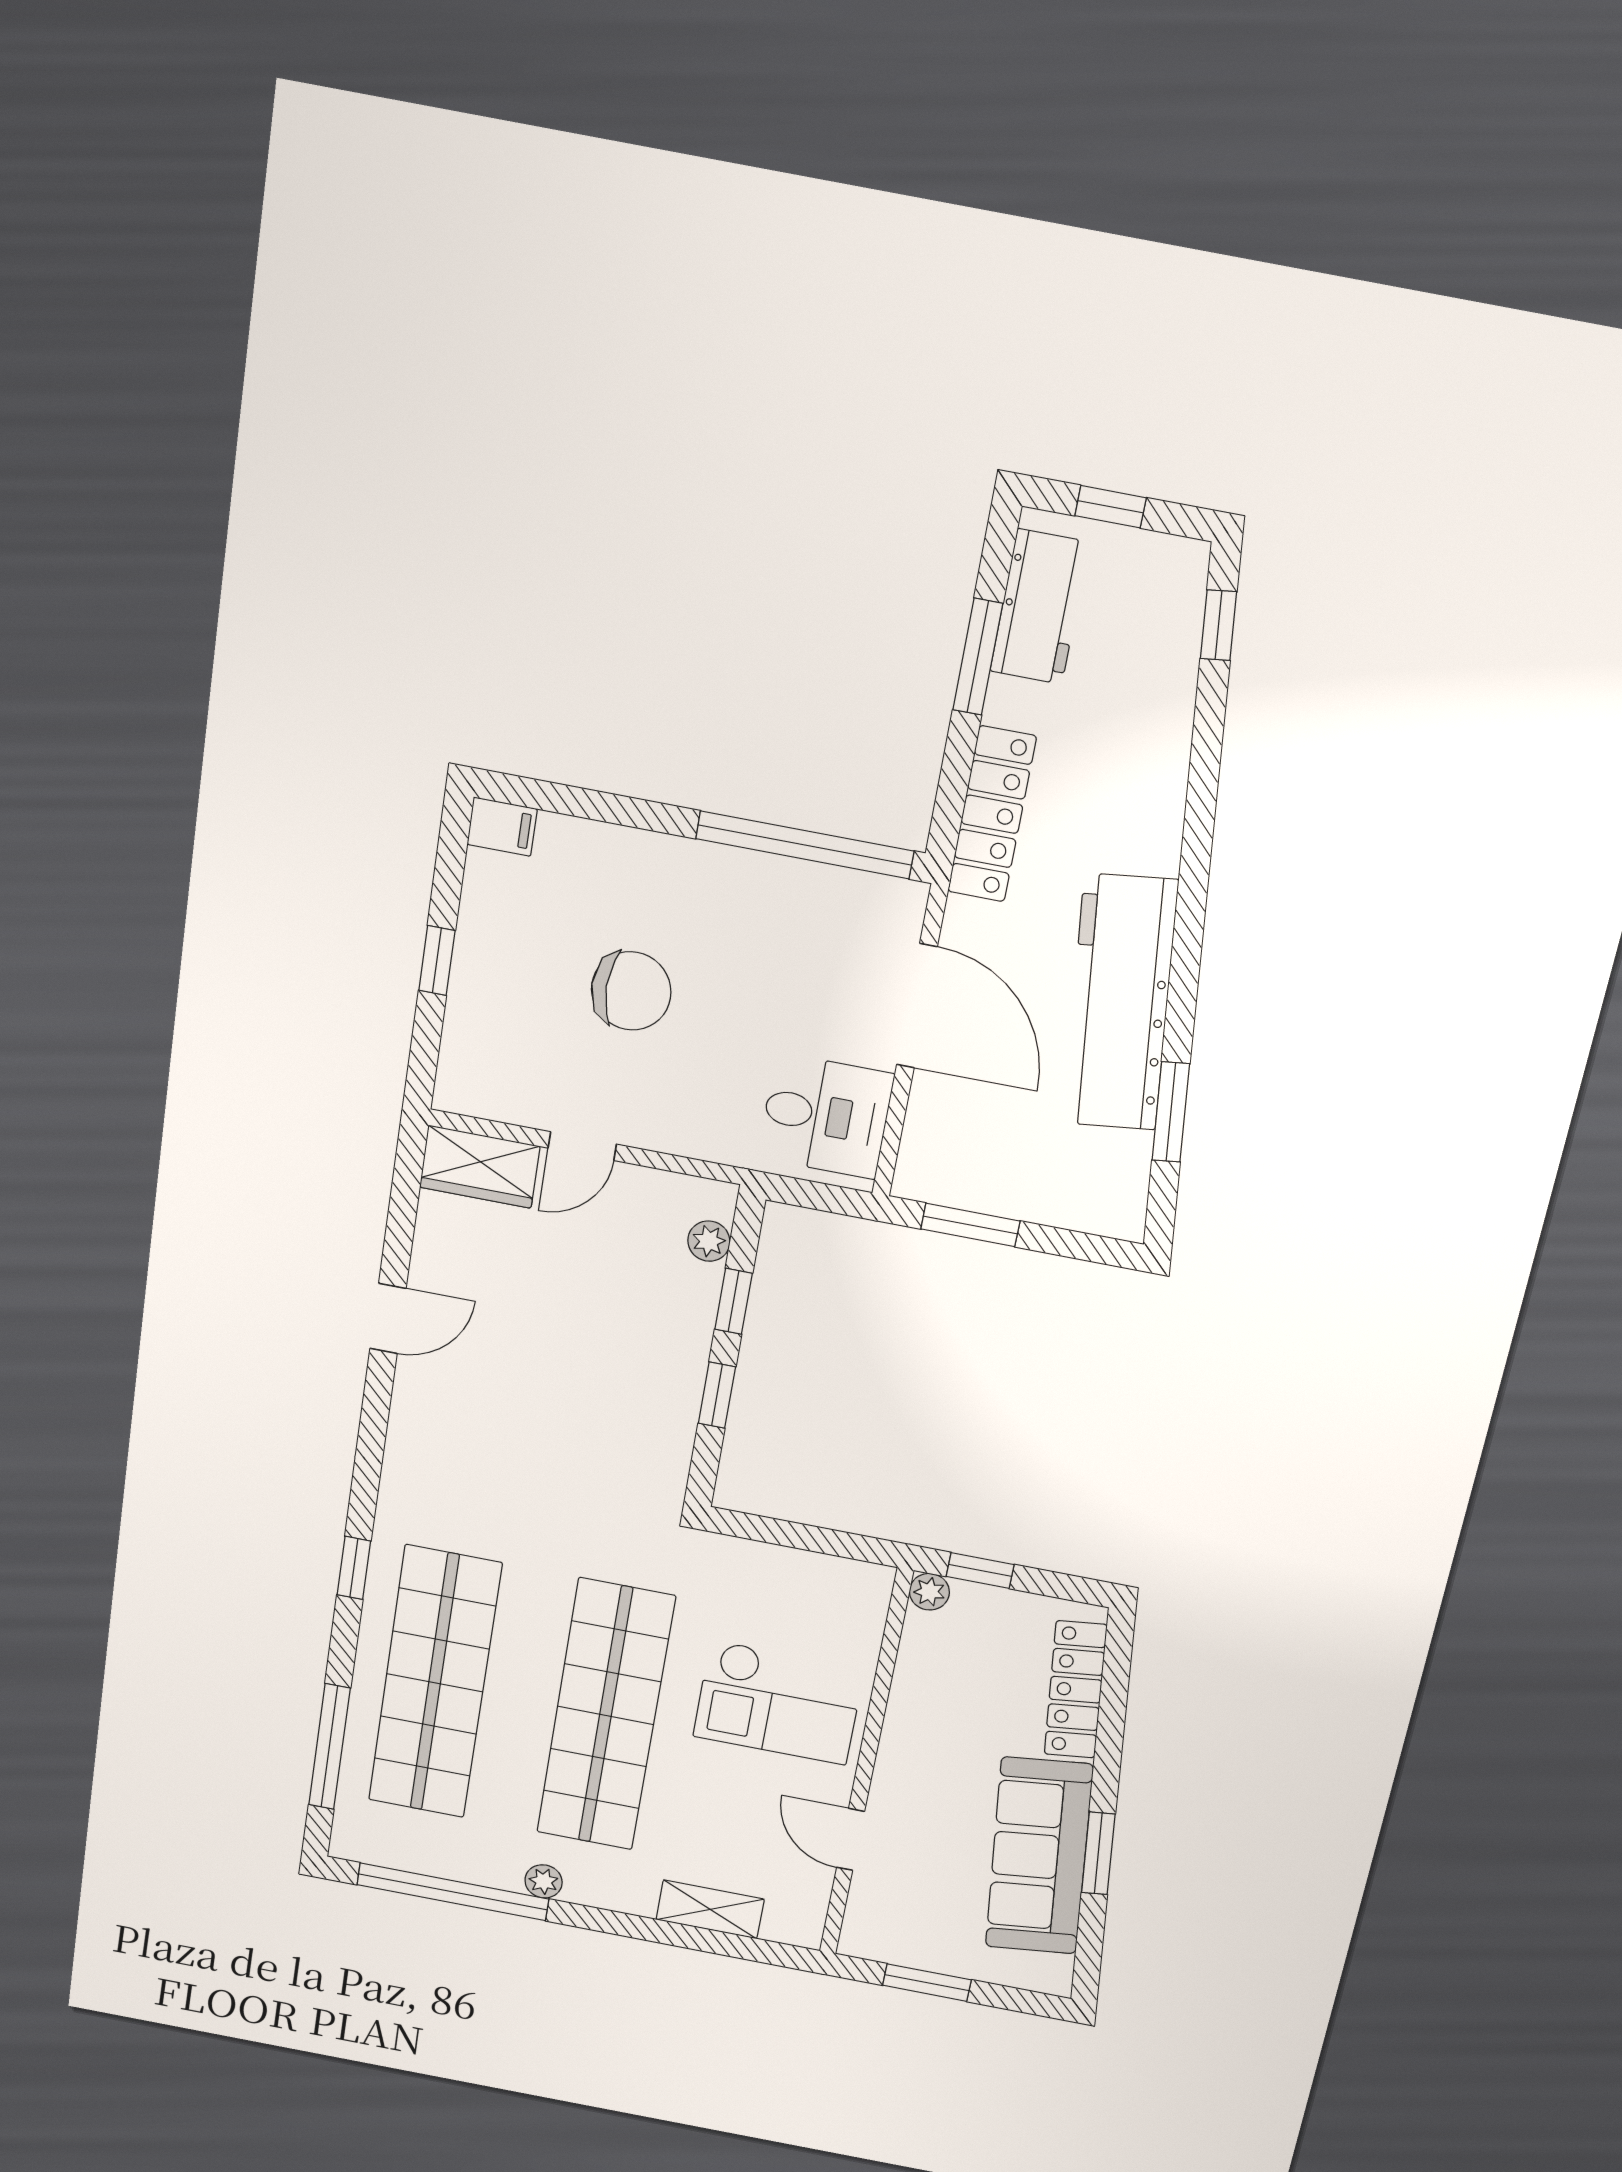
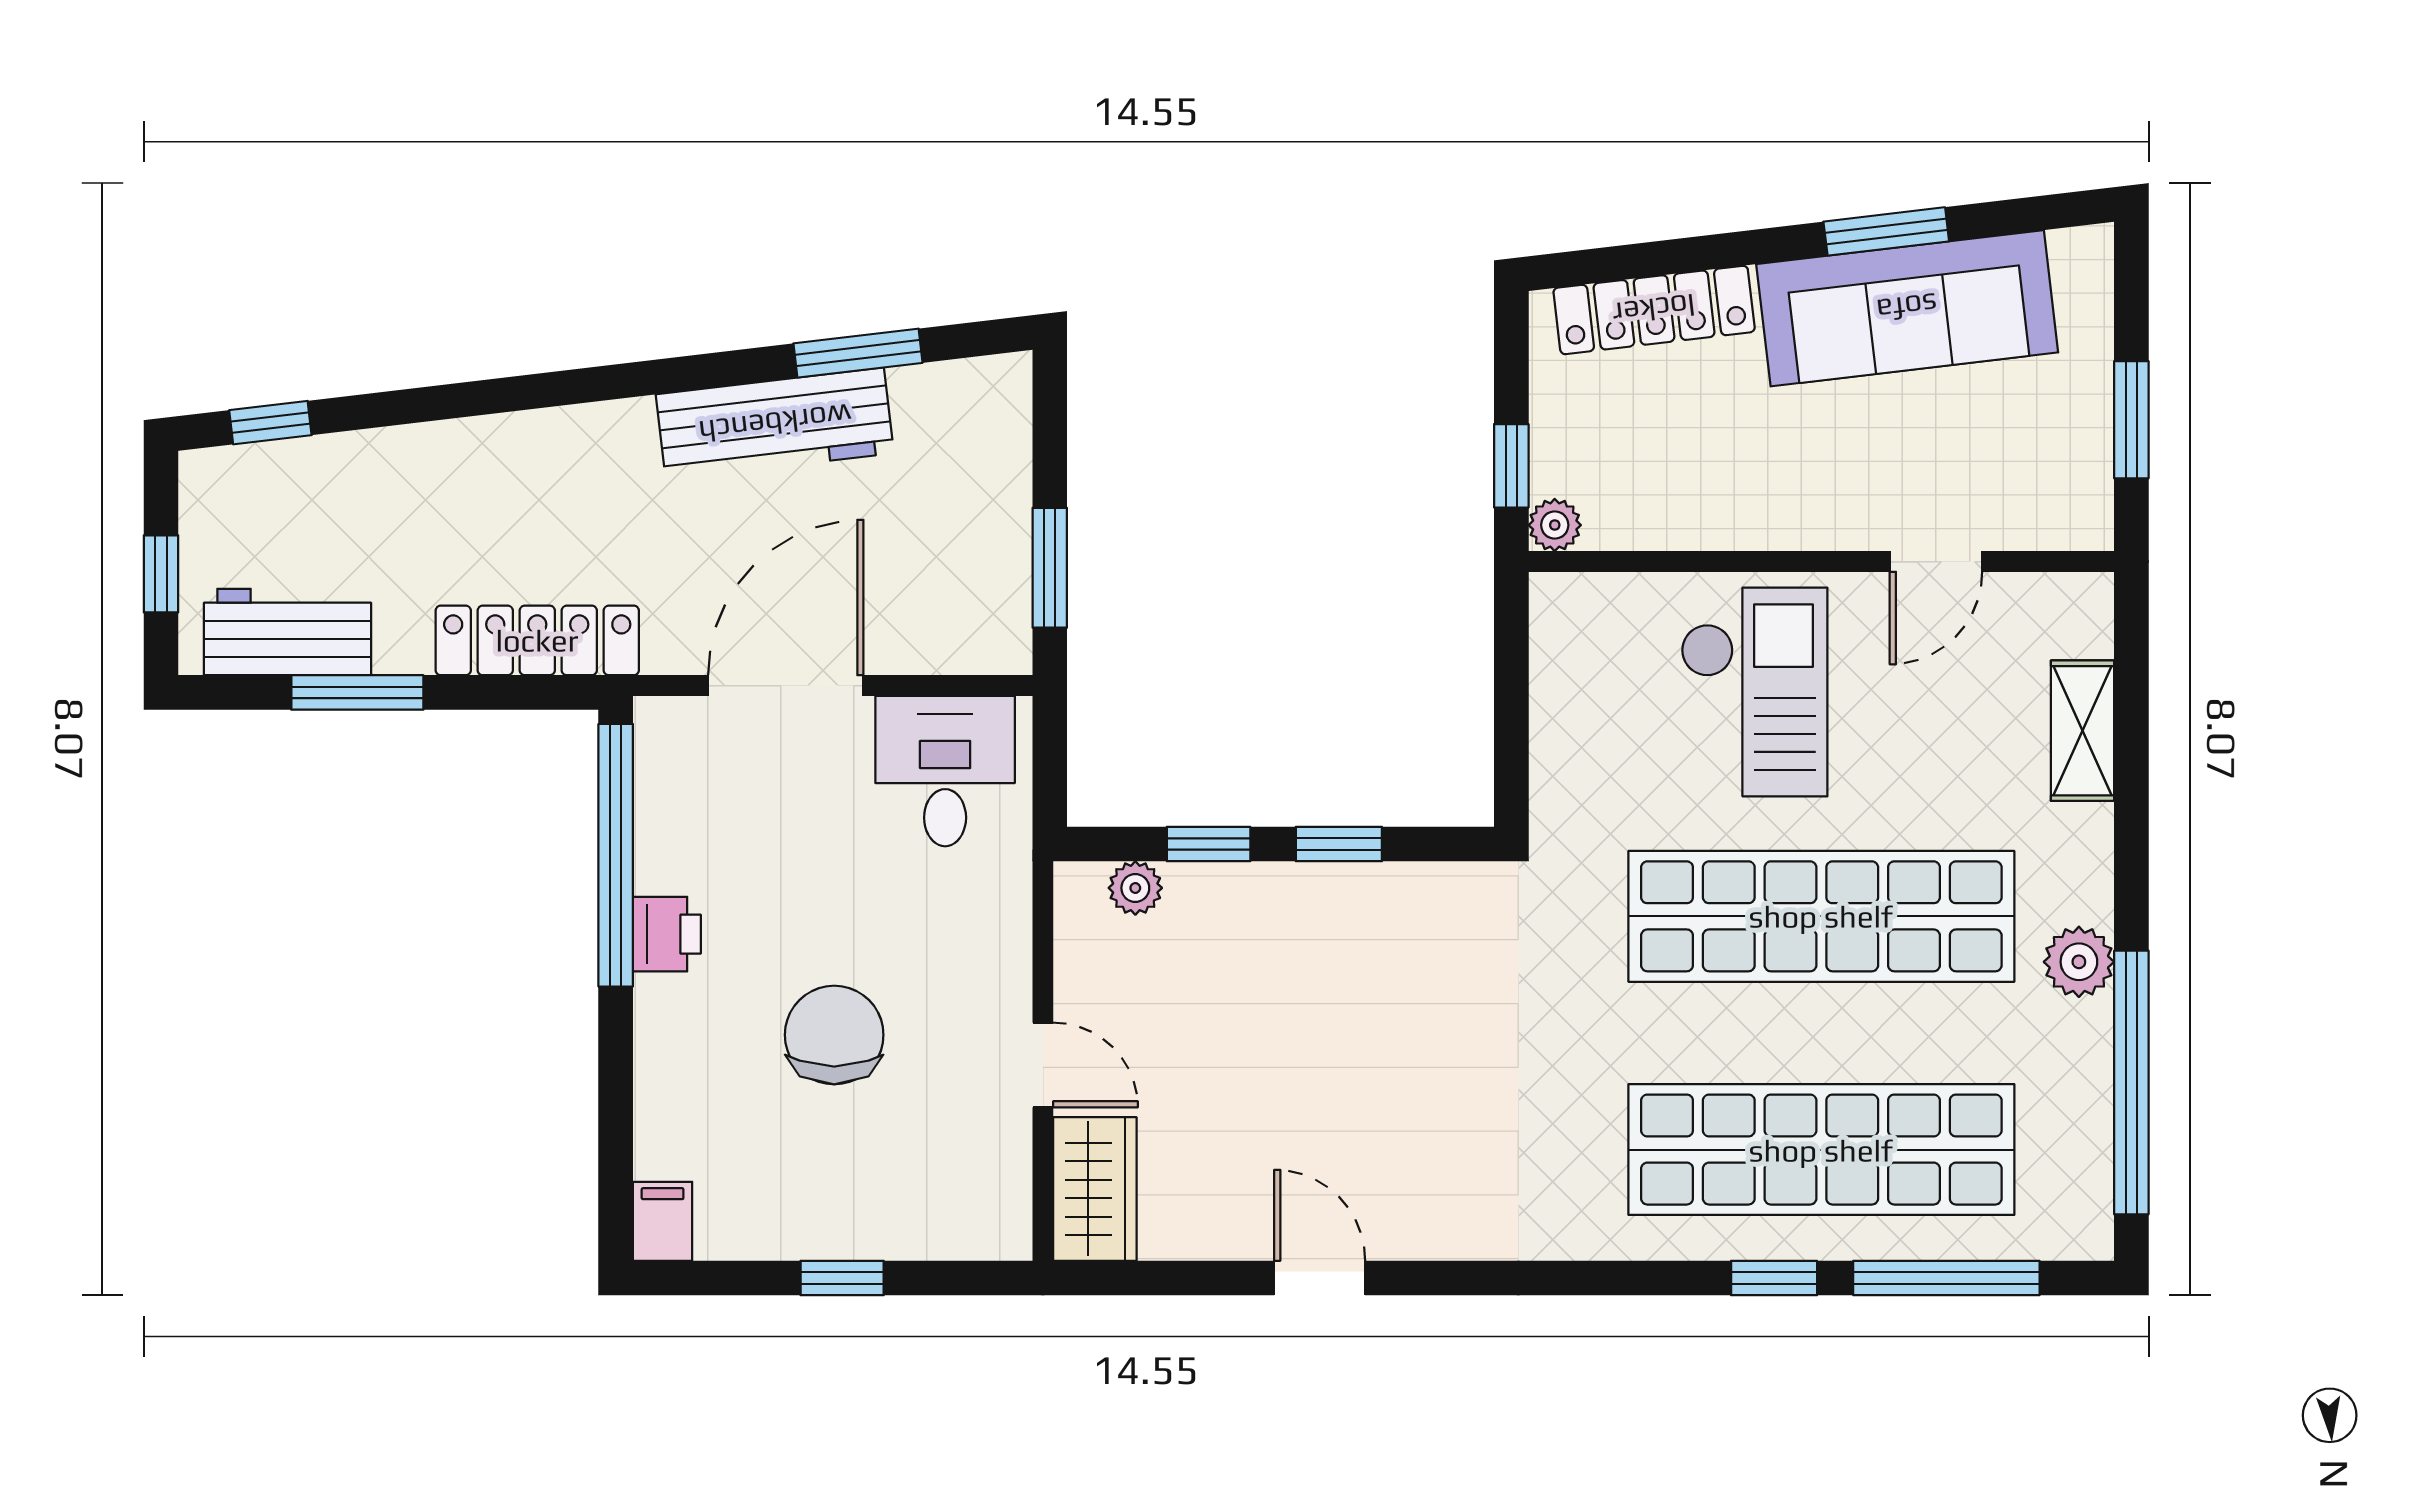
printer: (734, 874) -> (667, 934), added
workbench: (1120, 1003) -> (775, 424), width x0.73, depth x0.76
window: (354, 1568) -> (1774, 1278), moved
plant: (544, 1881) -> (2079, 962), width x1.38, depth x1.38

